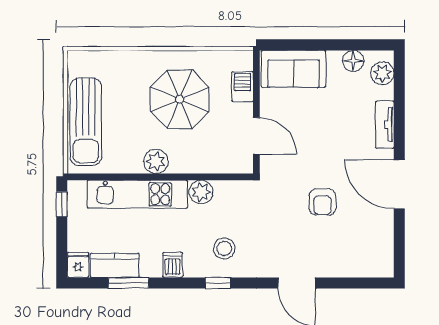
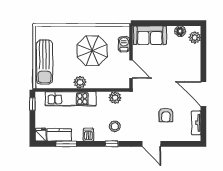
tv unit: (385, 125) -> (196, 123), moved
plant: (201, 192) -> (115, 98), moved
armchair: (322, 202) -> (166, 115), moved

